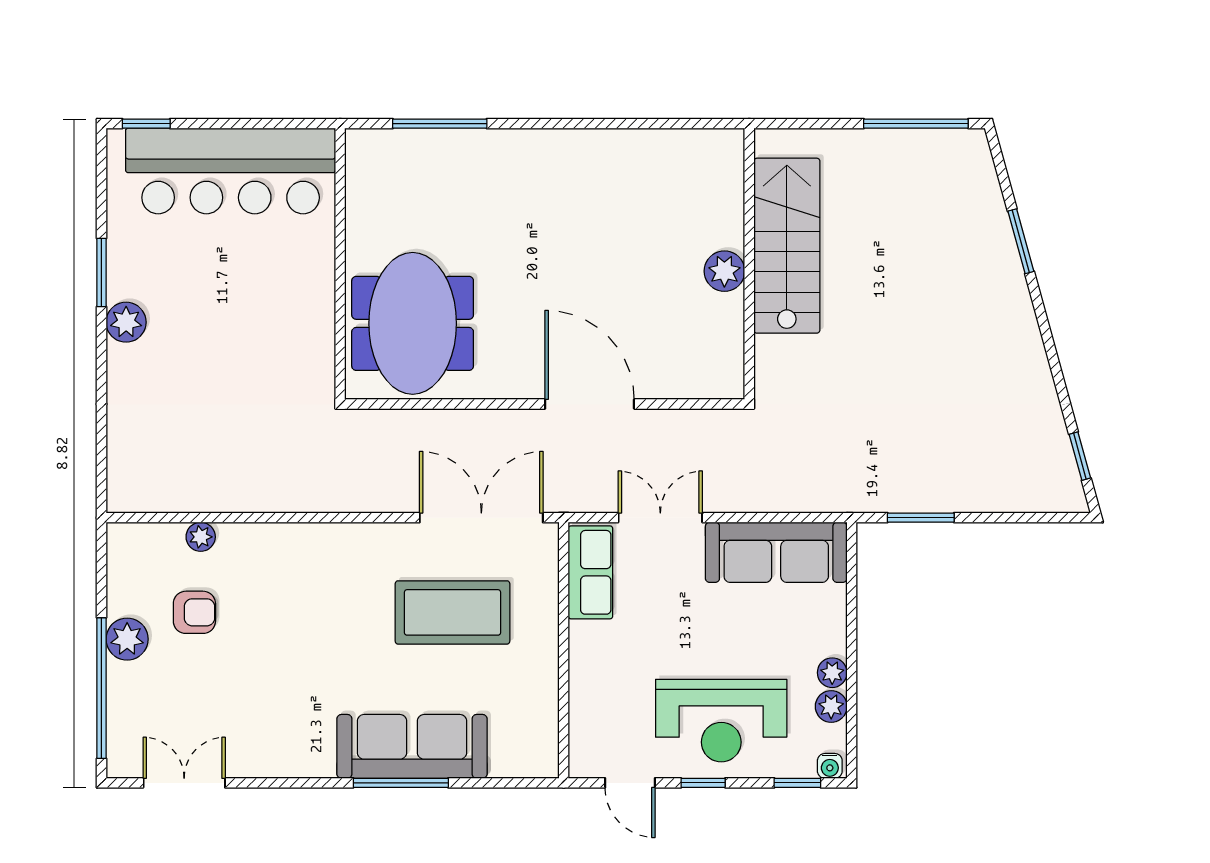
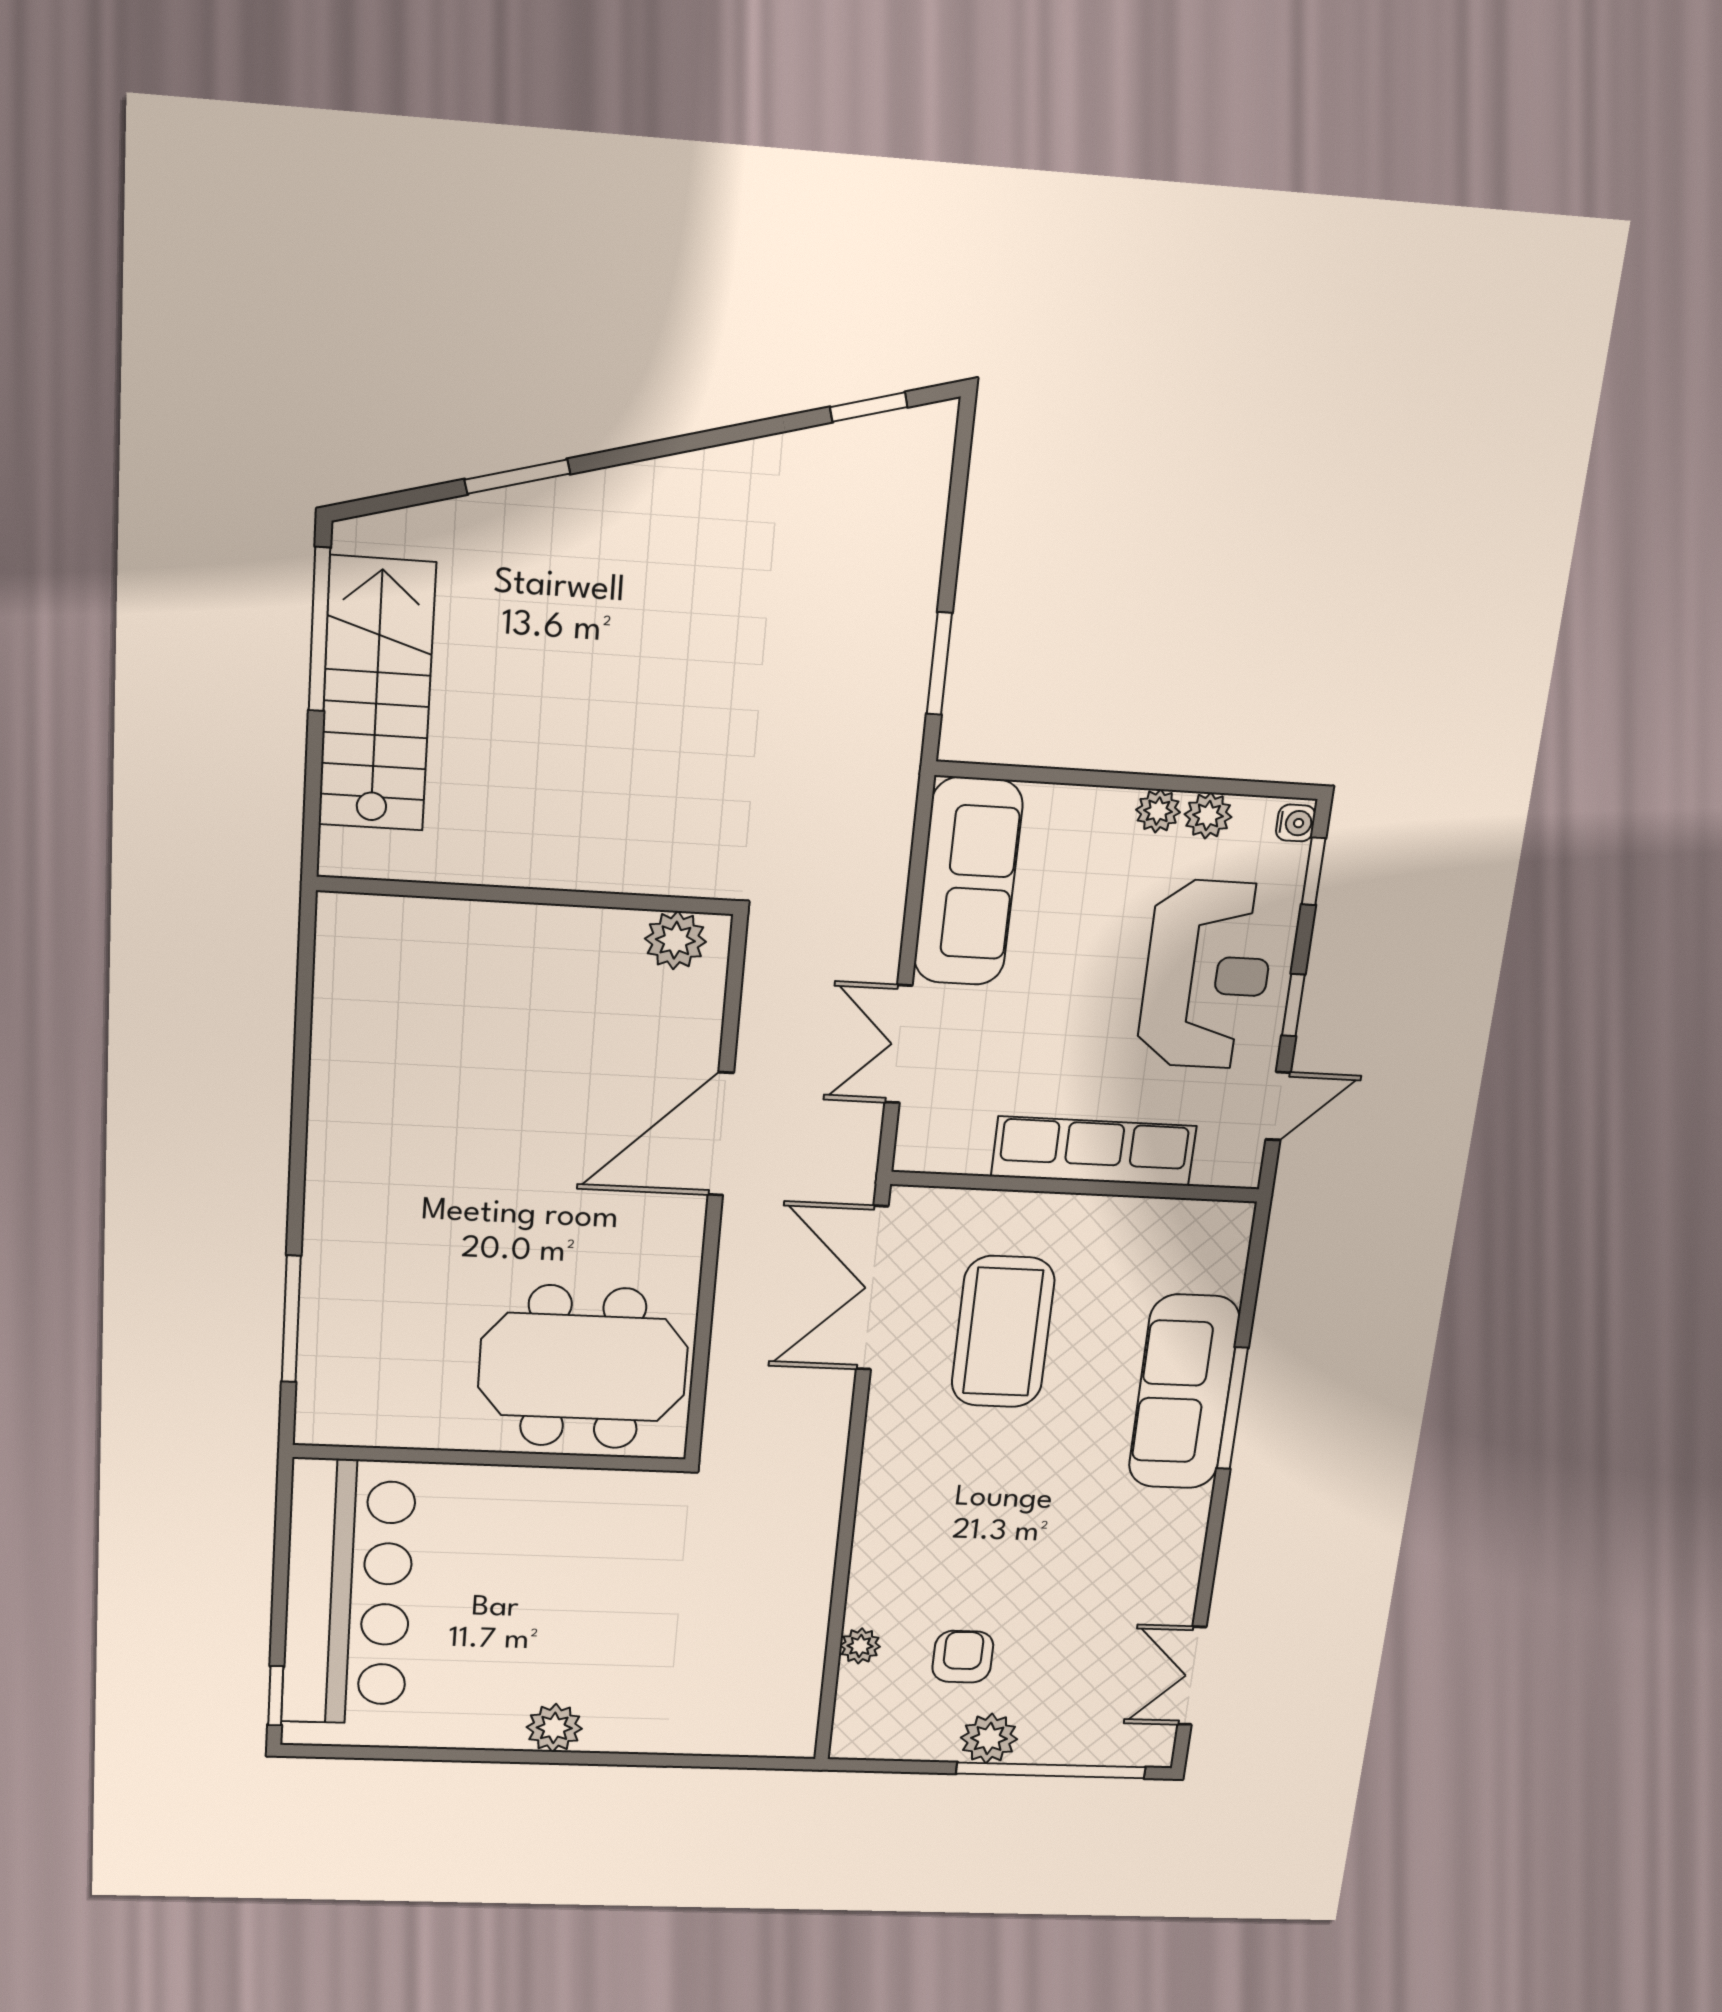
stairs: (787, 246) -> (377, 695), moved, turned 90
plant: (724, 271) -> (675, 940), moved
window: (101, 273) -> (483, 1756), removed
row of seats: (590, 572) -> (1094, 1151), moved, width x1.48

